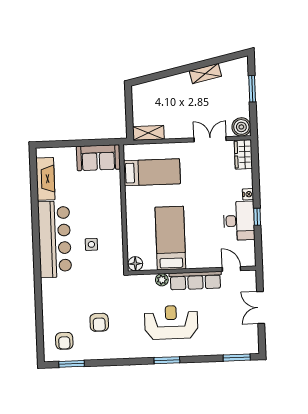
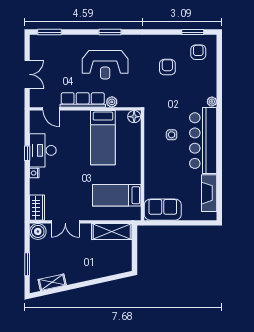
shelving: (205, 73) -> (52, 282), moved
shelving: (148, 133) -> (112, 231), width x1.50, depth x1.33
plant: (46, 285) -> (212, 102), added

